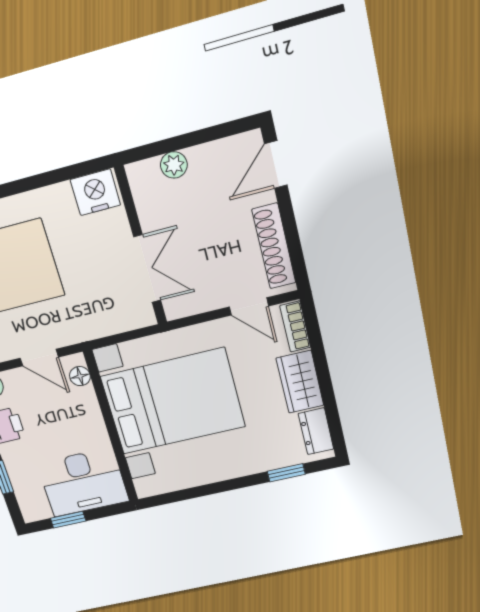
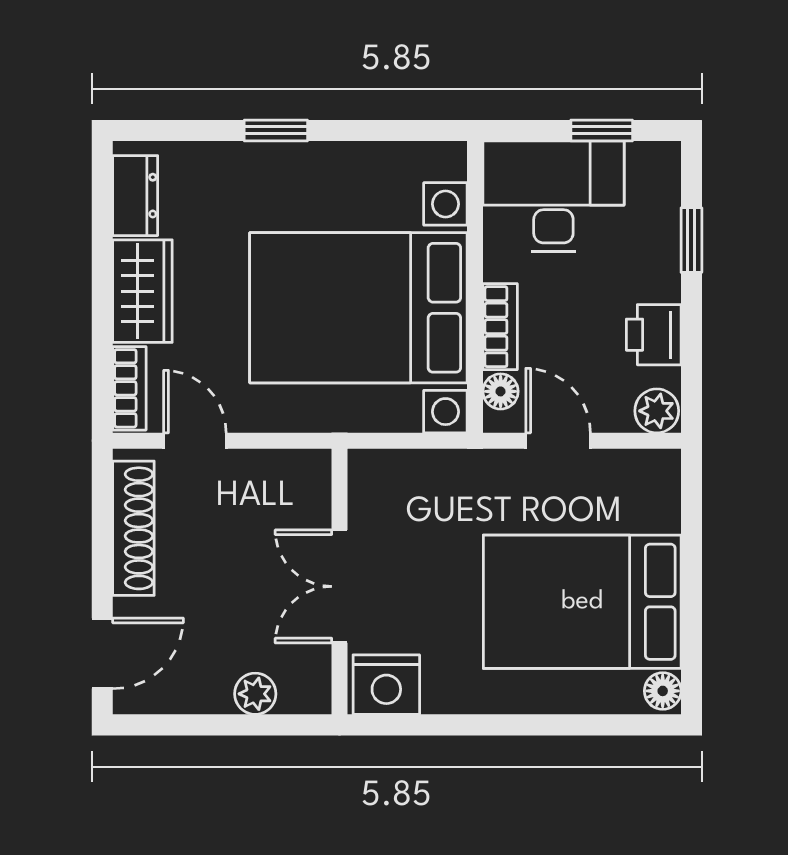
double door: (147, 269) -> (340, 586), moved
bookcase: (91, 410) -> (500, 327), added
window: (286, 473) -> (276, 130), moved

